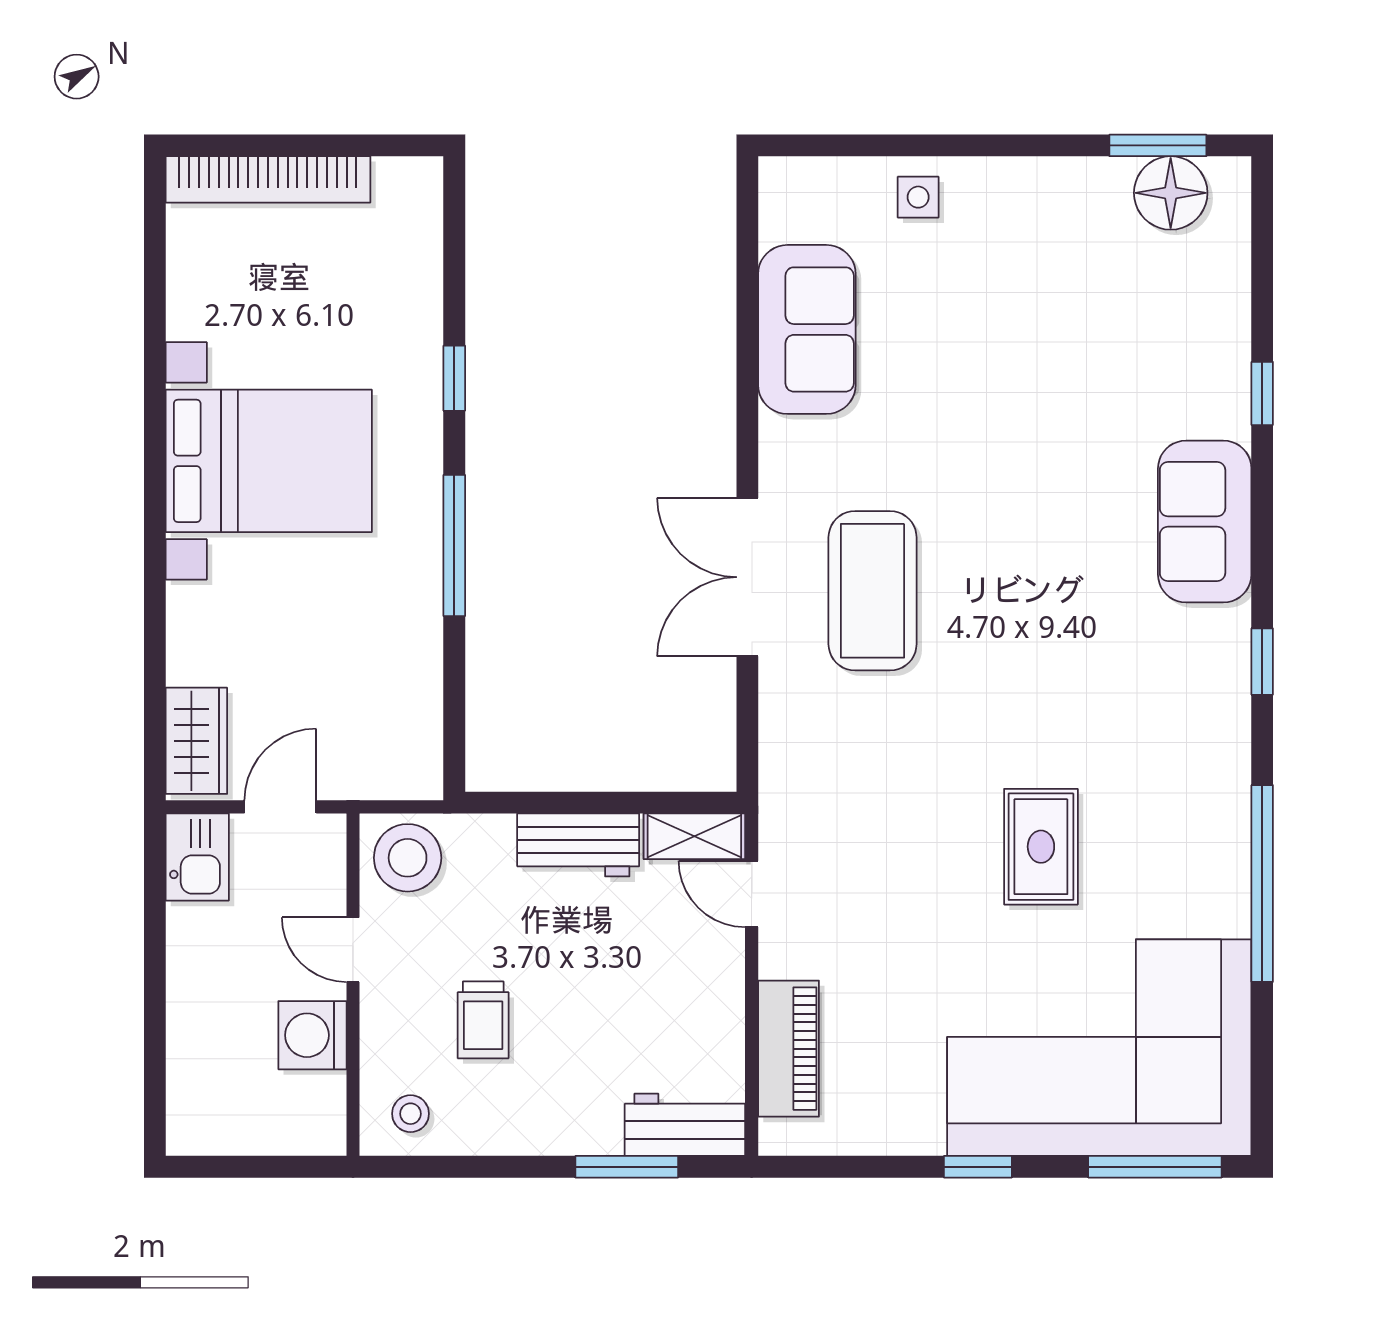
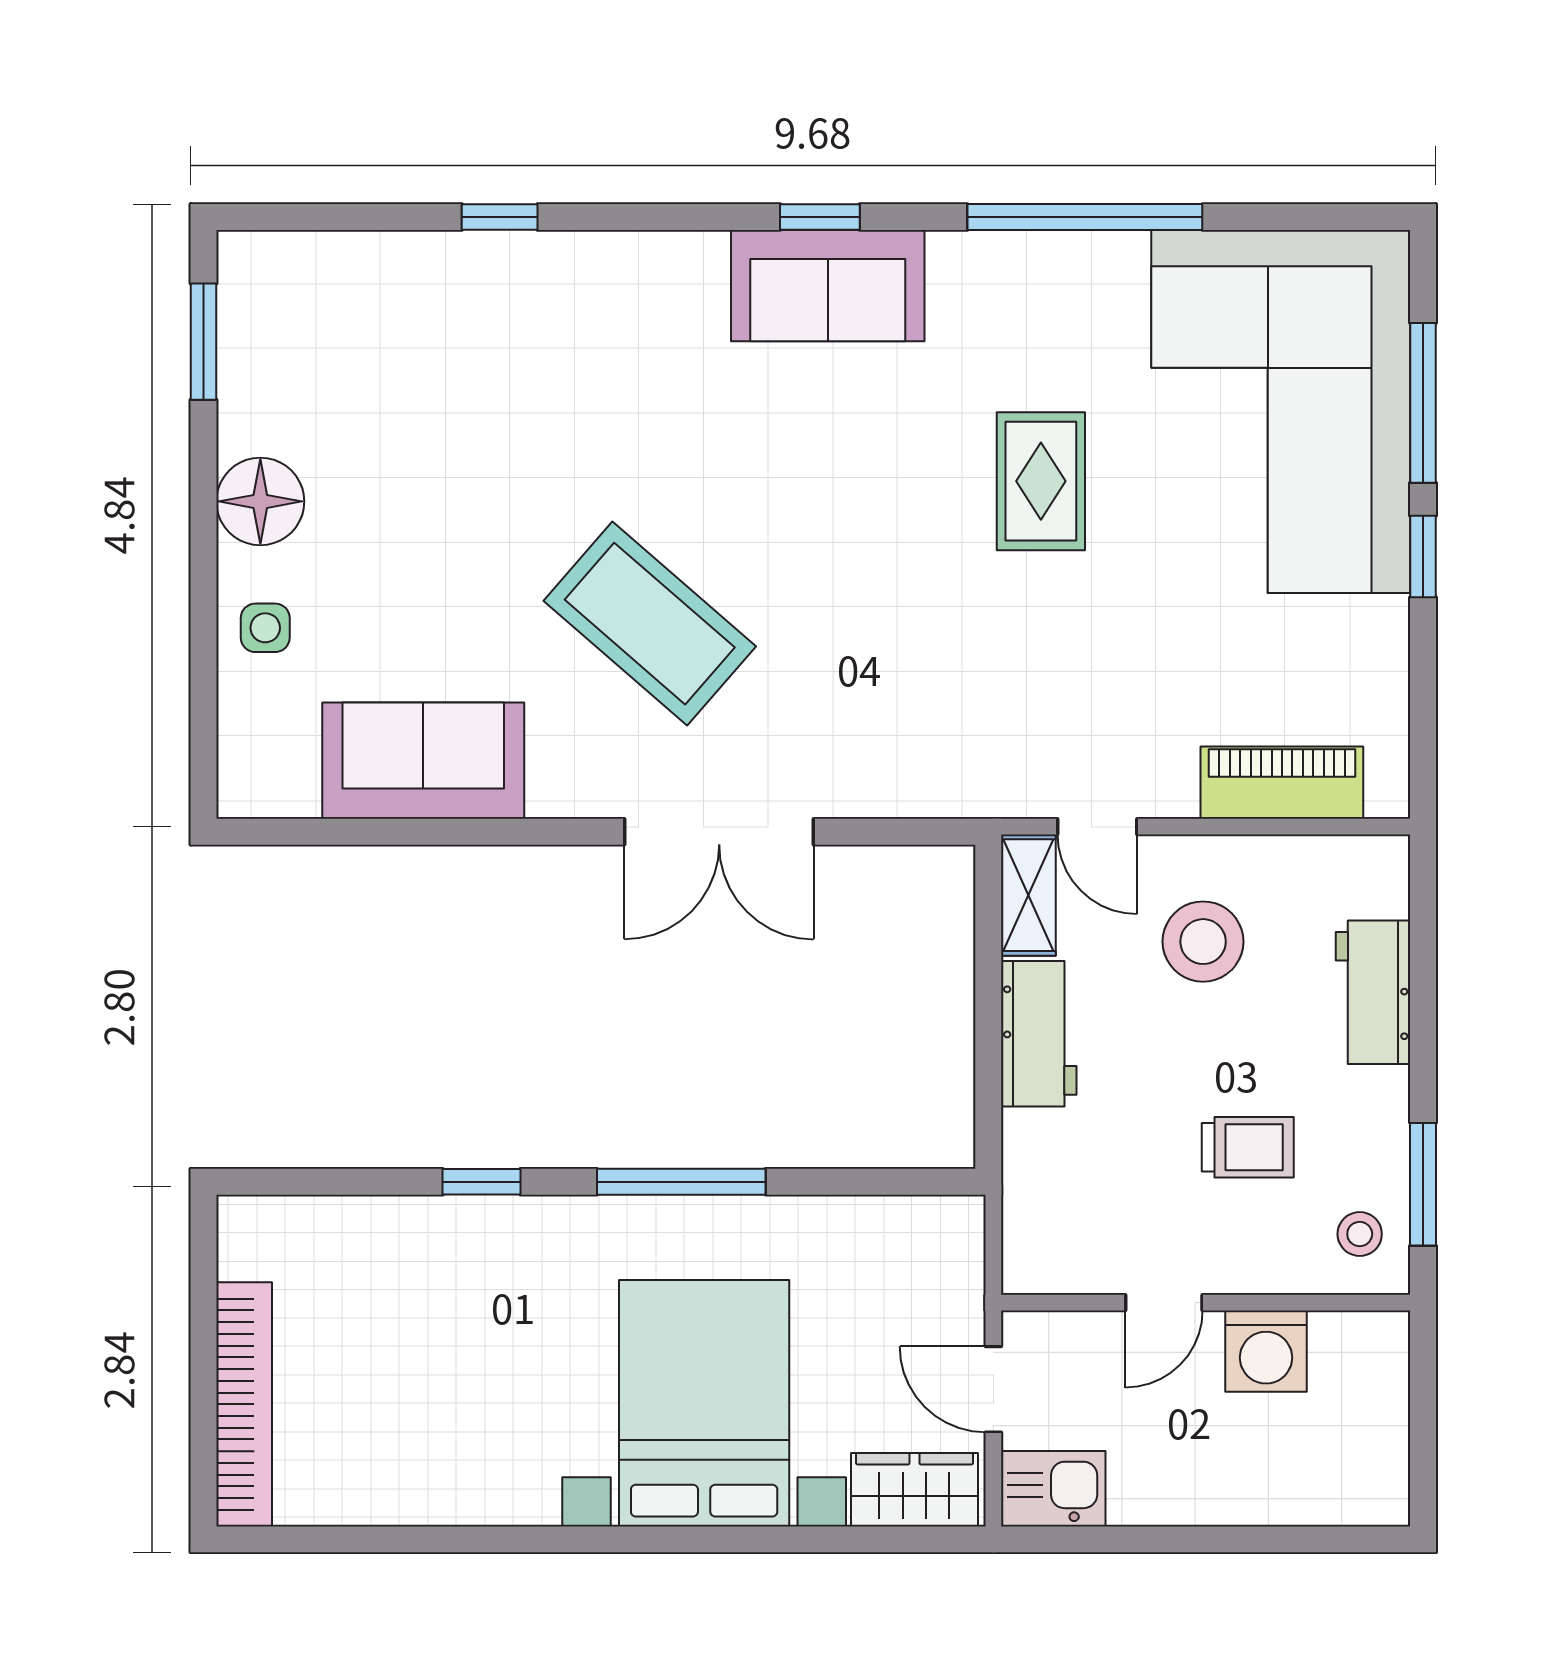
floor lamp: (1171, 193) -> (260, 501), moved
bed with nightstands: (269, 461) -> (704, 1403), moved
sofa: (1205, 522) -> (828, 286), moved
coffee table: (873, 591) -> (650, 624), moved, turned 41
rug: (1041, 847) -> (1041, 481), turned 90
stool: (408, 858) -> (1203, 942), moved
door: (752, 894) -> (1097, 827), hinge flipped
workbench: (685, 1125) -> (1373, 992), moved
window: (627, 1167) -> (1423, 1184), moved
window: (1155, 1167) -> (1423, 403), moved

